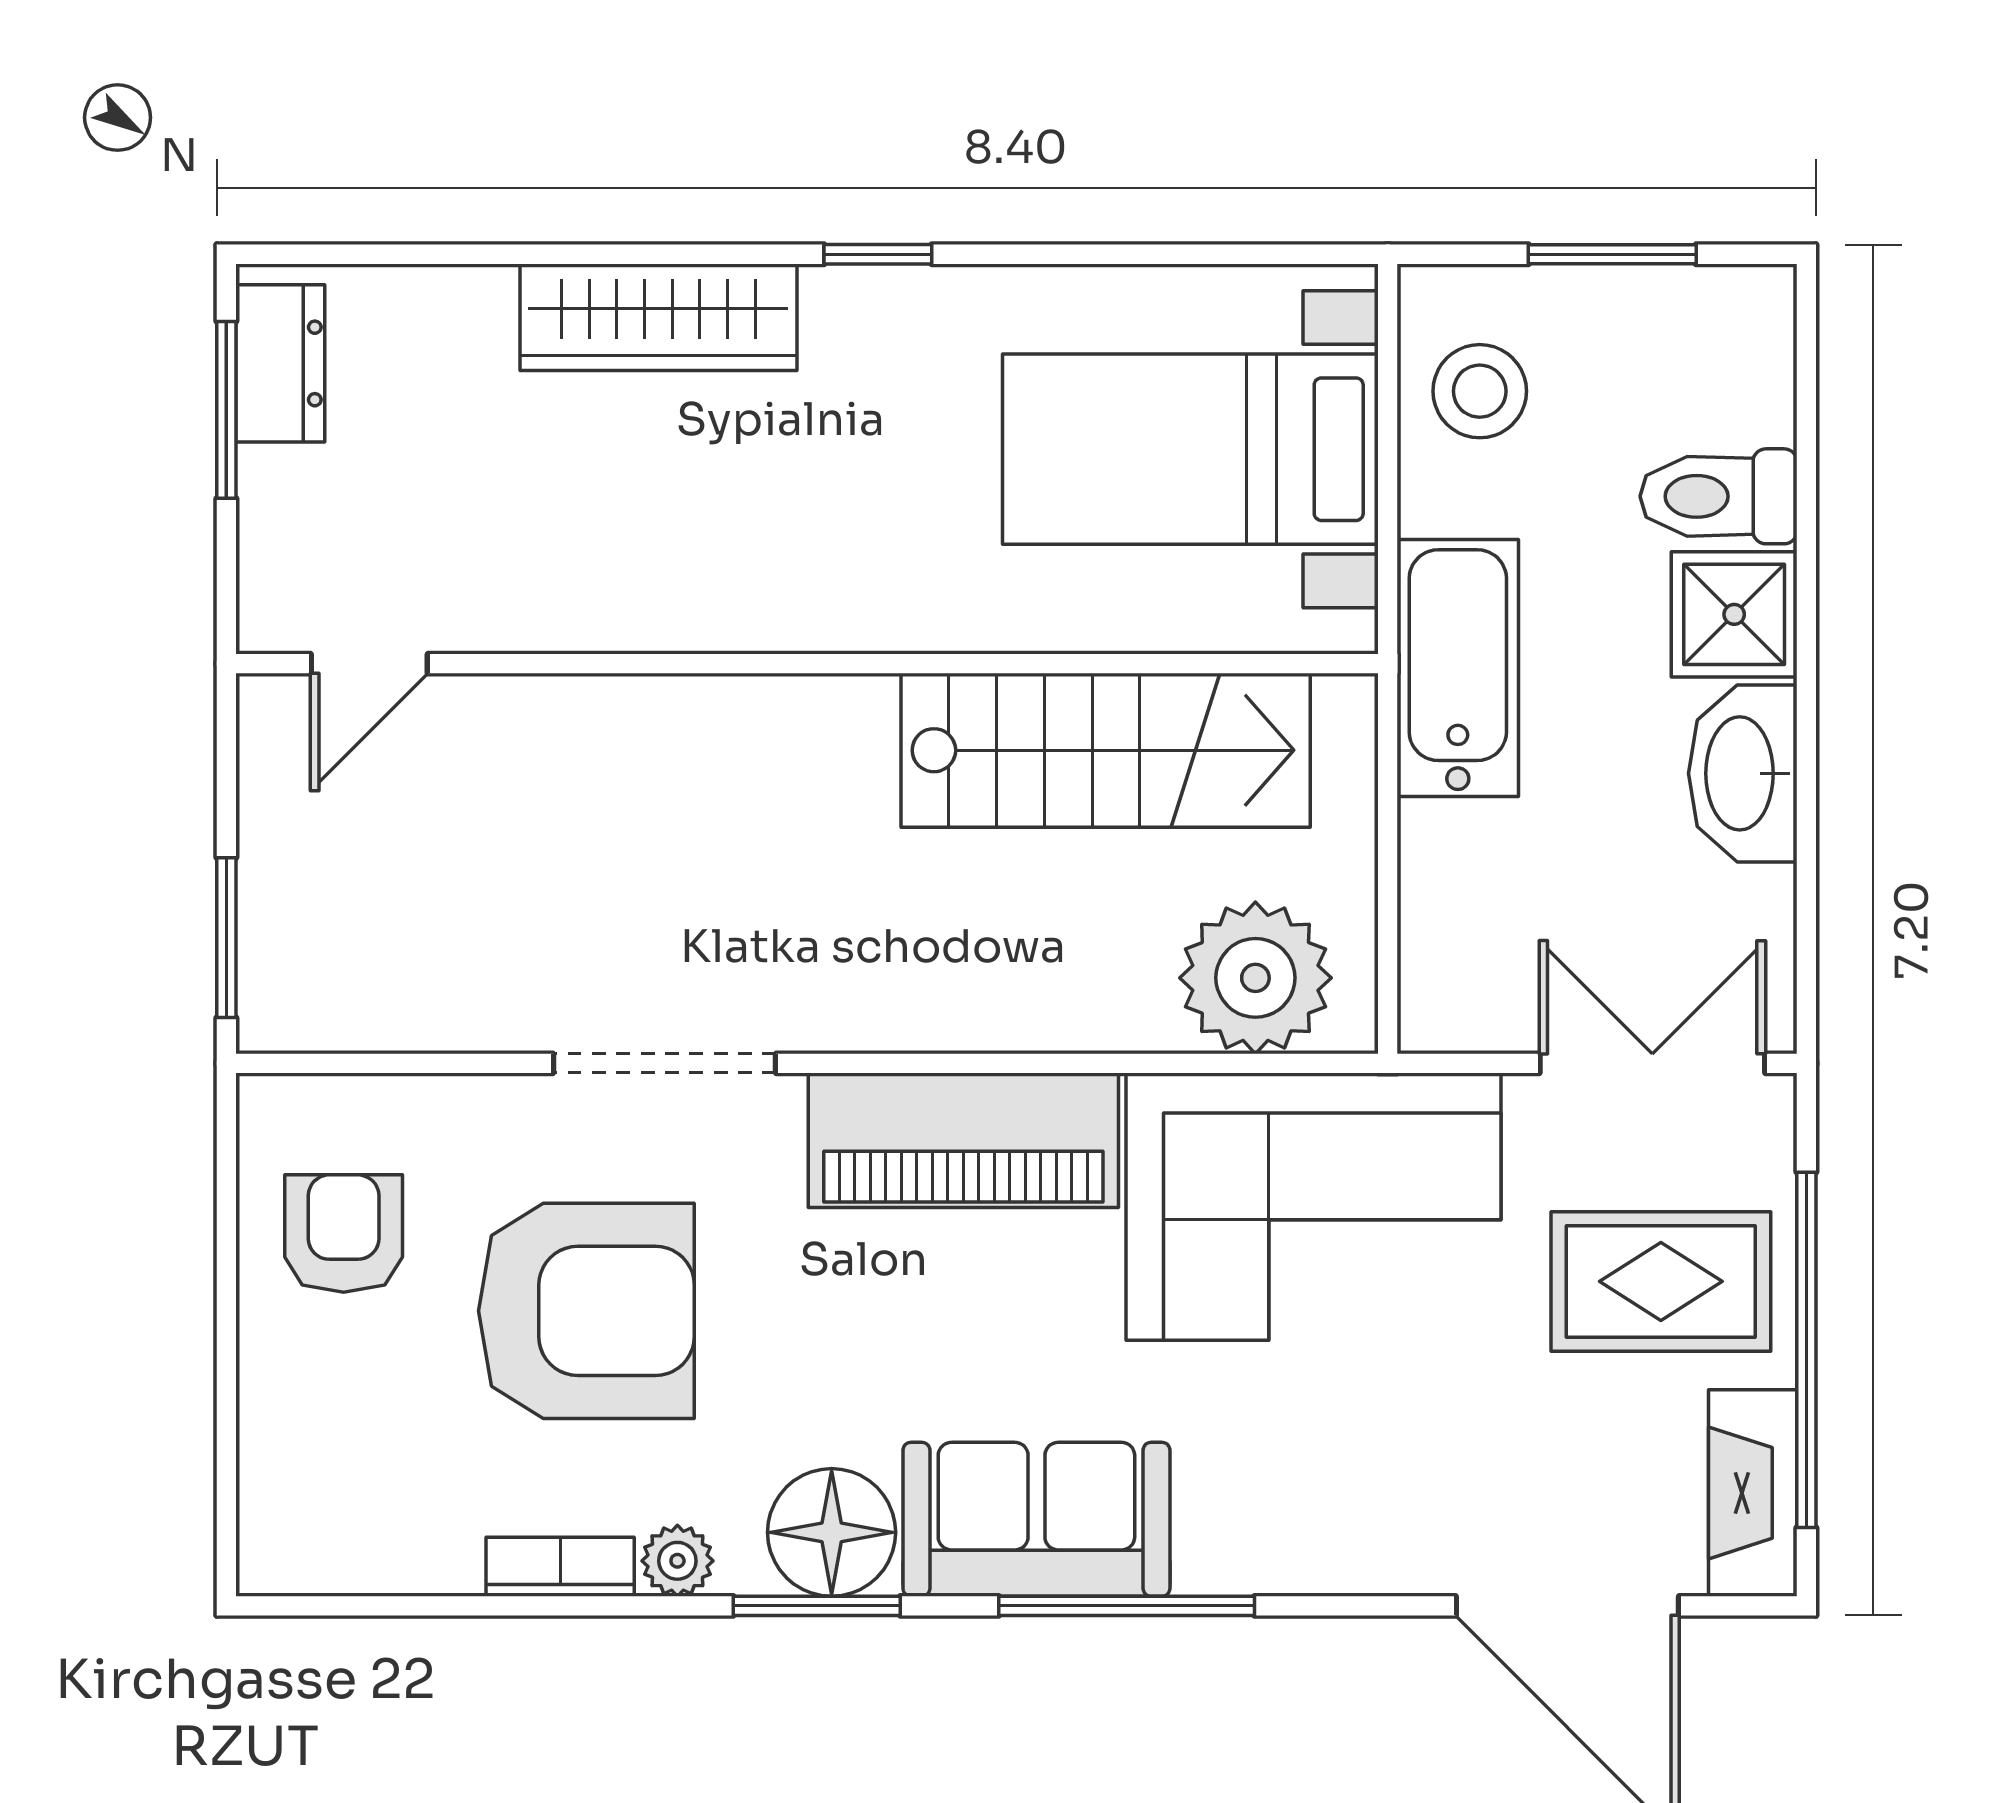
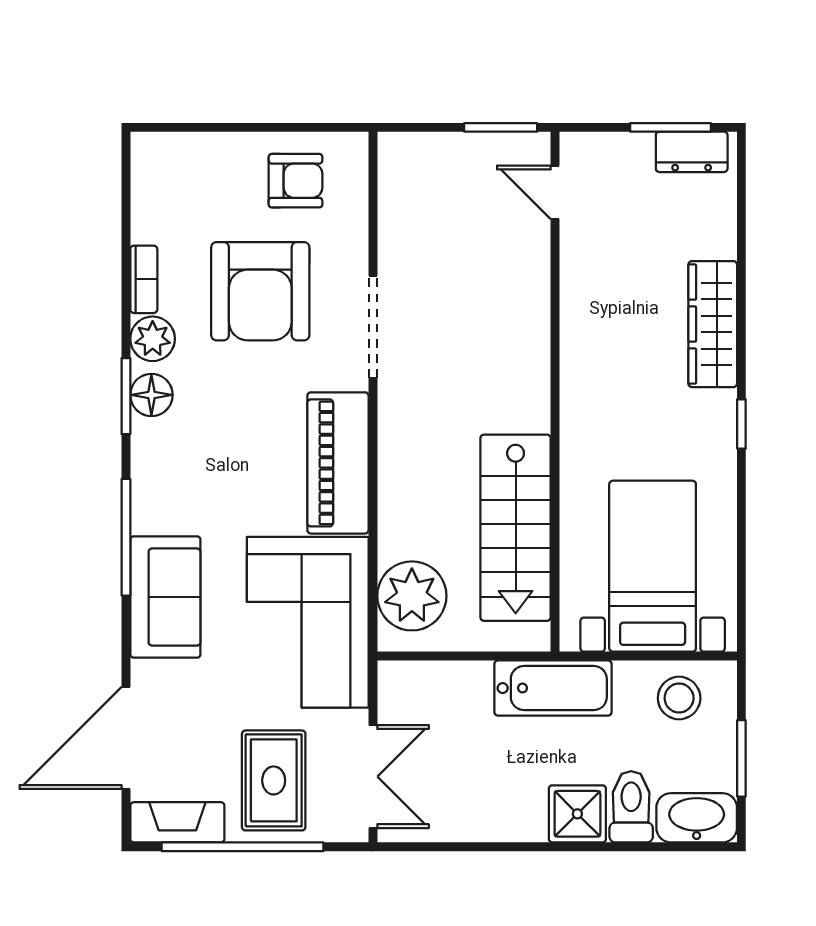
washbasin: (1743, 773) -> (697, 818), moved
window: (226, 938) -> (501, 127), moved
sofa: (1036, 1519) -> (165, 597), moved
floor lamp: (832, 1532) -> (151, 395), width x0.73, depth x0.73
plant: (677, 1561) -> (153, 339), width x1.38, depth x1.38

